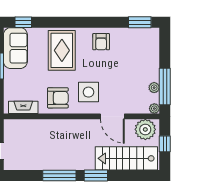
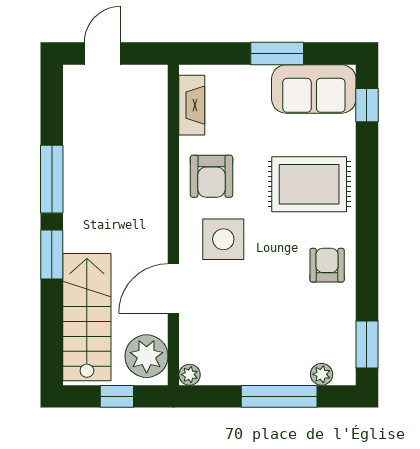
armchair: (101, 42) -> (327, 265), turned 90
window: (165, 86) -> (279, 396), moved
plant: (154, 88) -> (322, 374), moved

